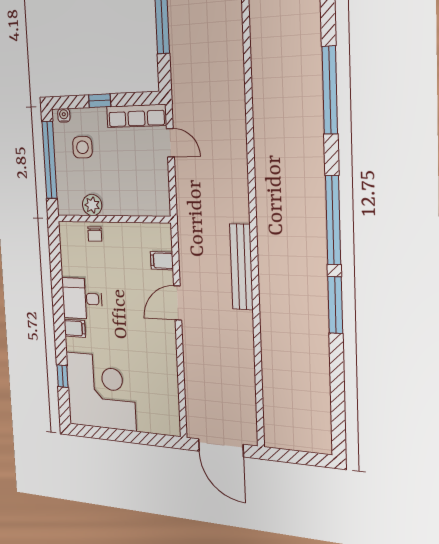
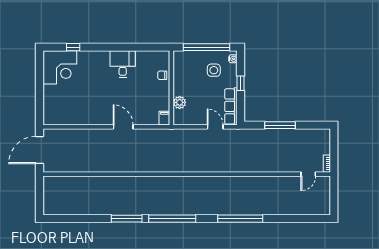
door: (170, 143) -> (215, 127), swing flipped
plant: (92, 205) -> (180, 102), moved
filing cabinet: (162, 261) -> (164, 118), moved
bench: (241, 267) -> (145, 166), removed
filing cabinet: (75, 328) -> (104, 58), removed
corner desk: (101, 391) -> (60, 67), width x0.74, depth x0.74

